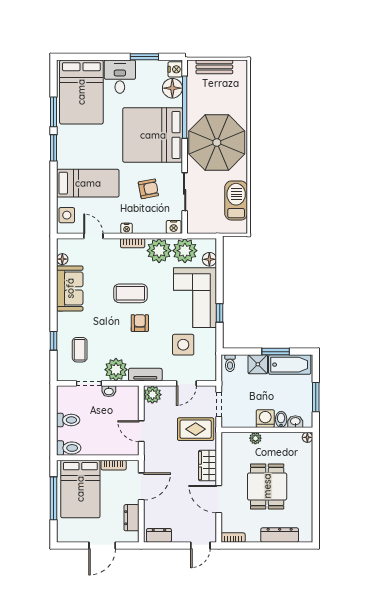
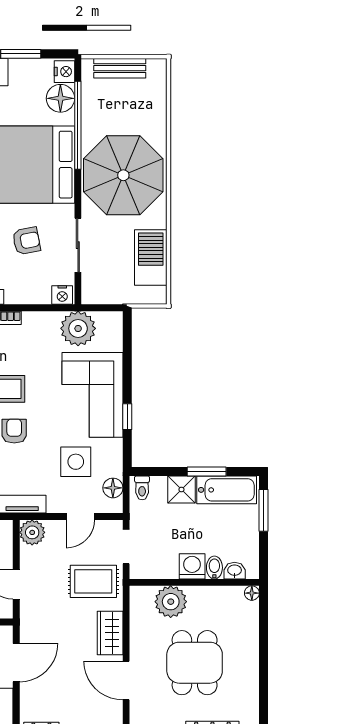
plant: (159, 251) -> (41, 328), removed
floor lamp: (209, 259) -> (113, 488), moved
window: (316, 397) -> (264, 510), moved
plant: (255, 438) -> (171, 602), width x1.87, depth x1.87

